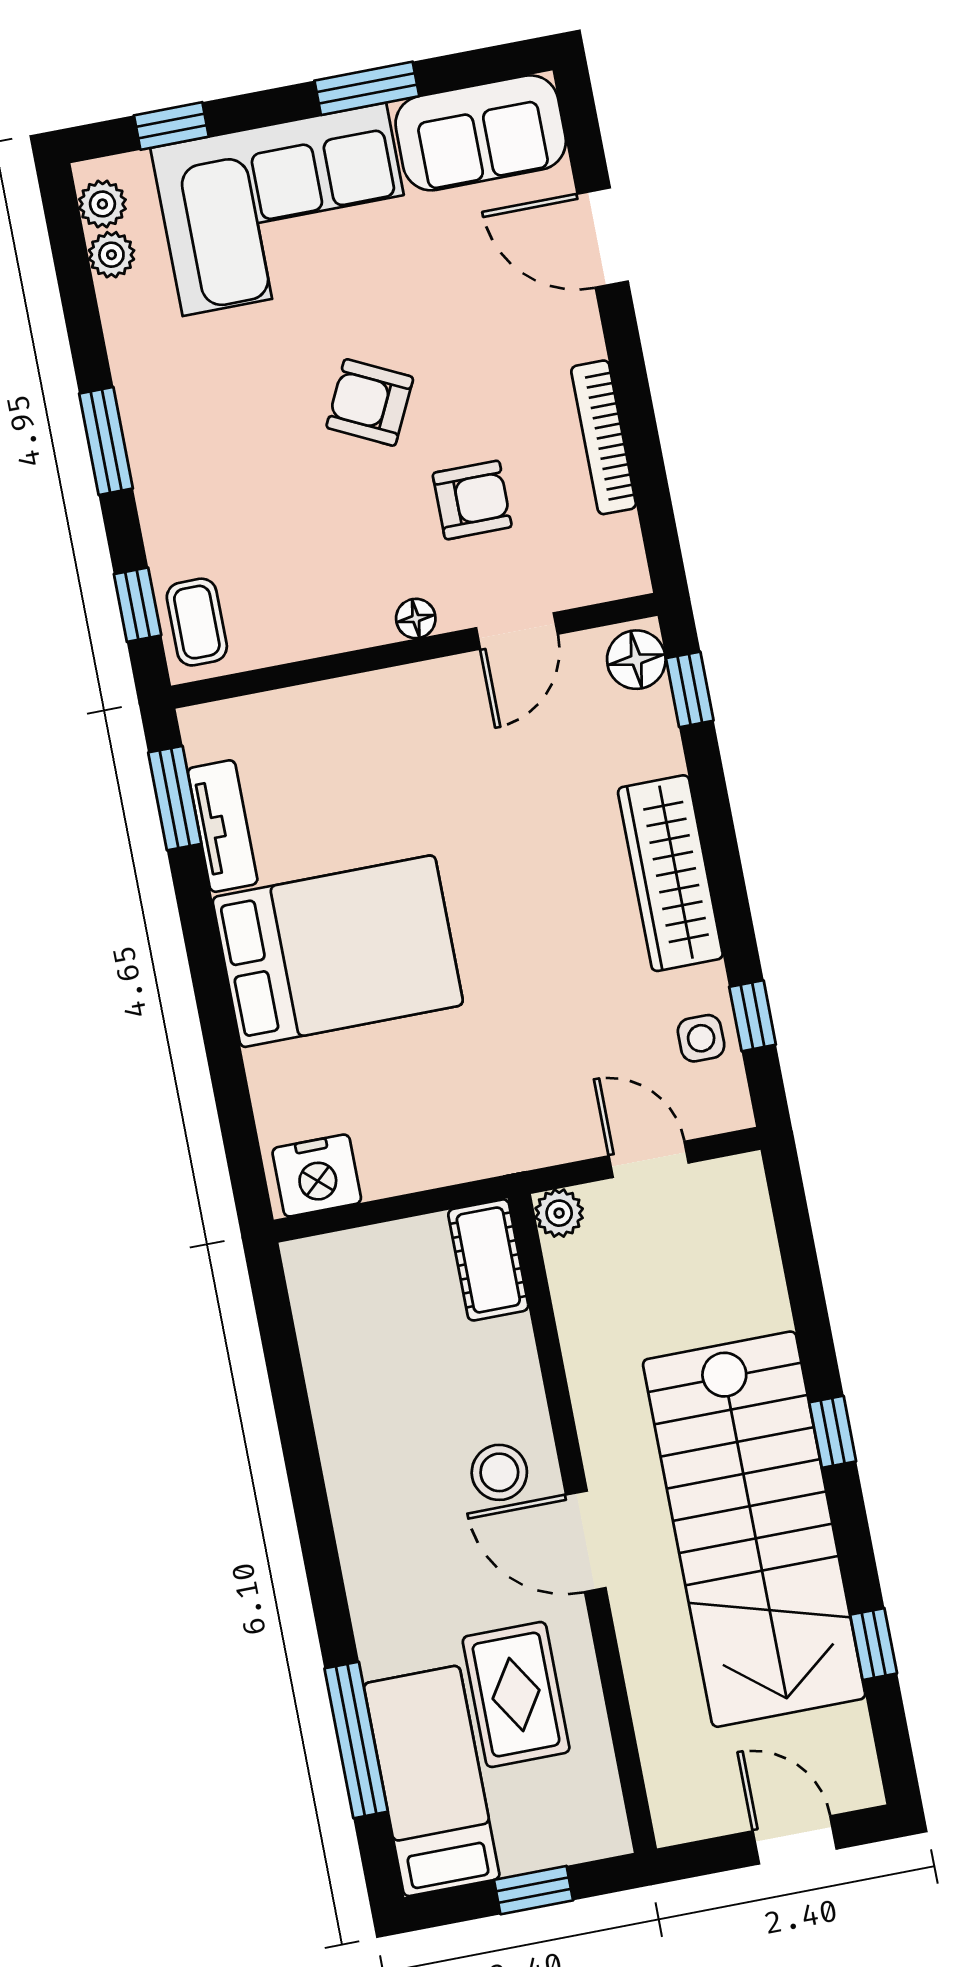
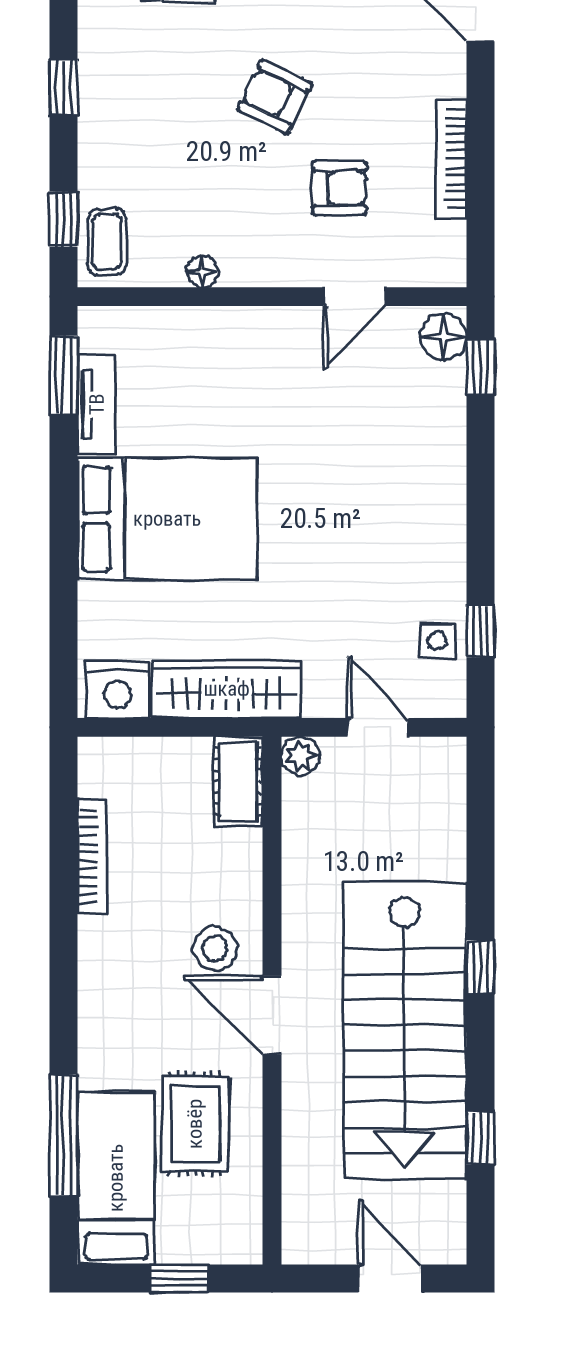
window: (106, 441) -> (64, 87), width x0.67
floor lamp: (416, 619) -> (203, 272), moved
wardrobe: (670, 873) -> (227, 689), moved, turned 90
bookcase: (325, 1388) -> (92, 856), added

